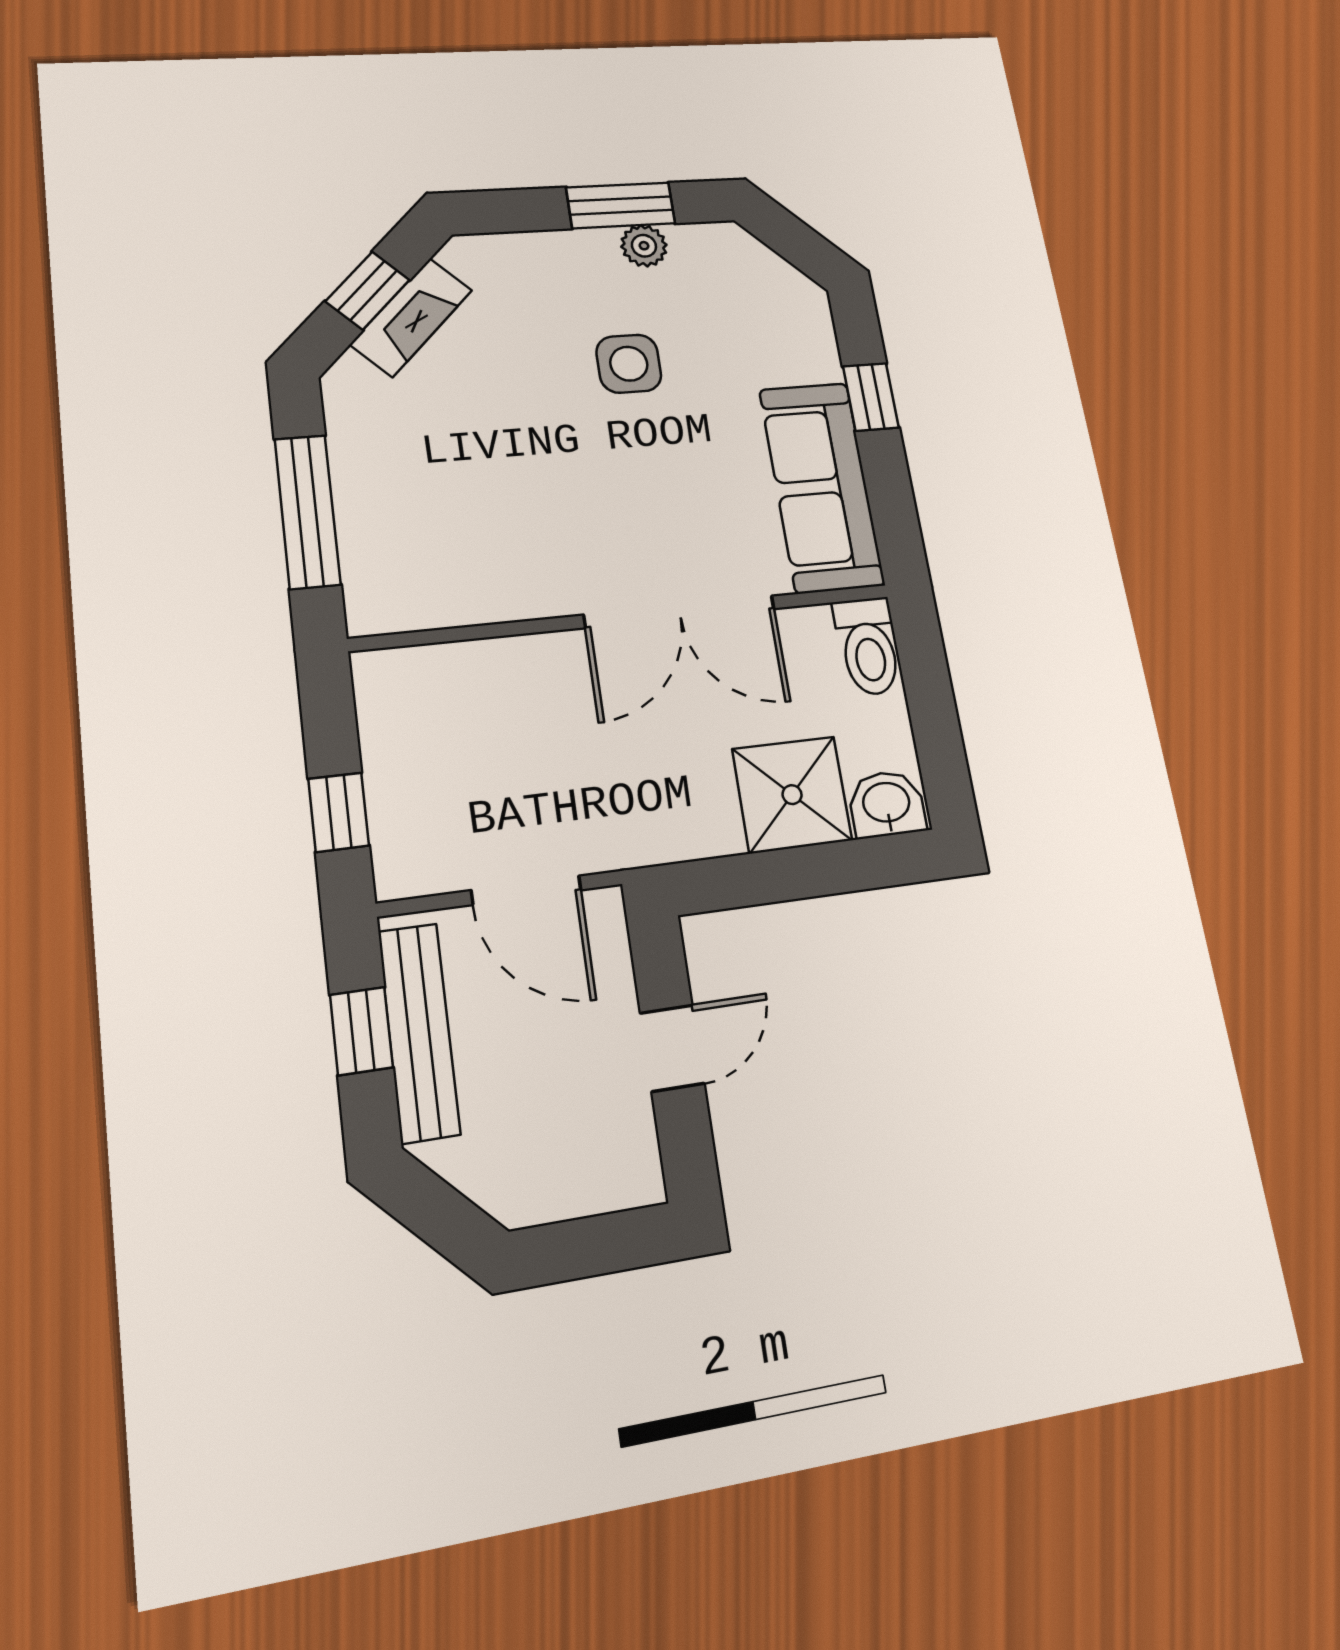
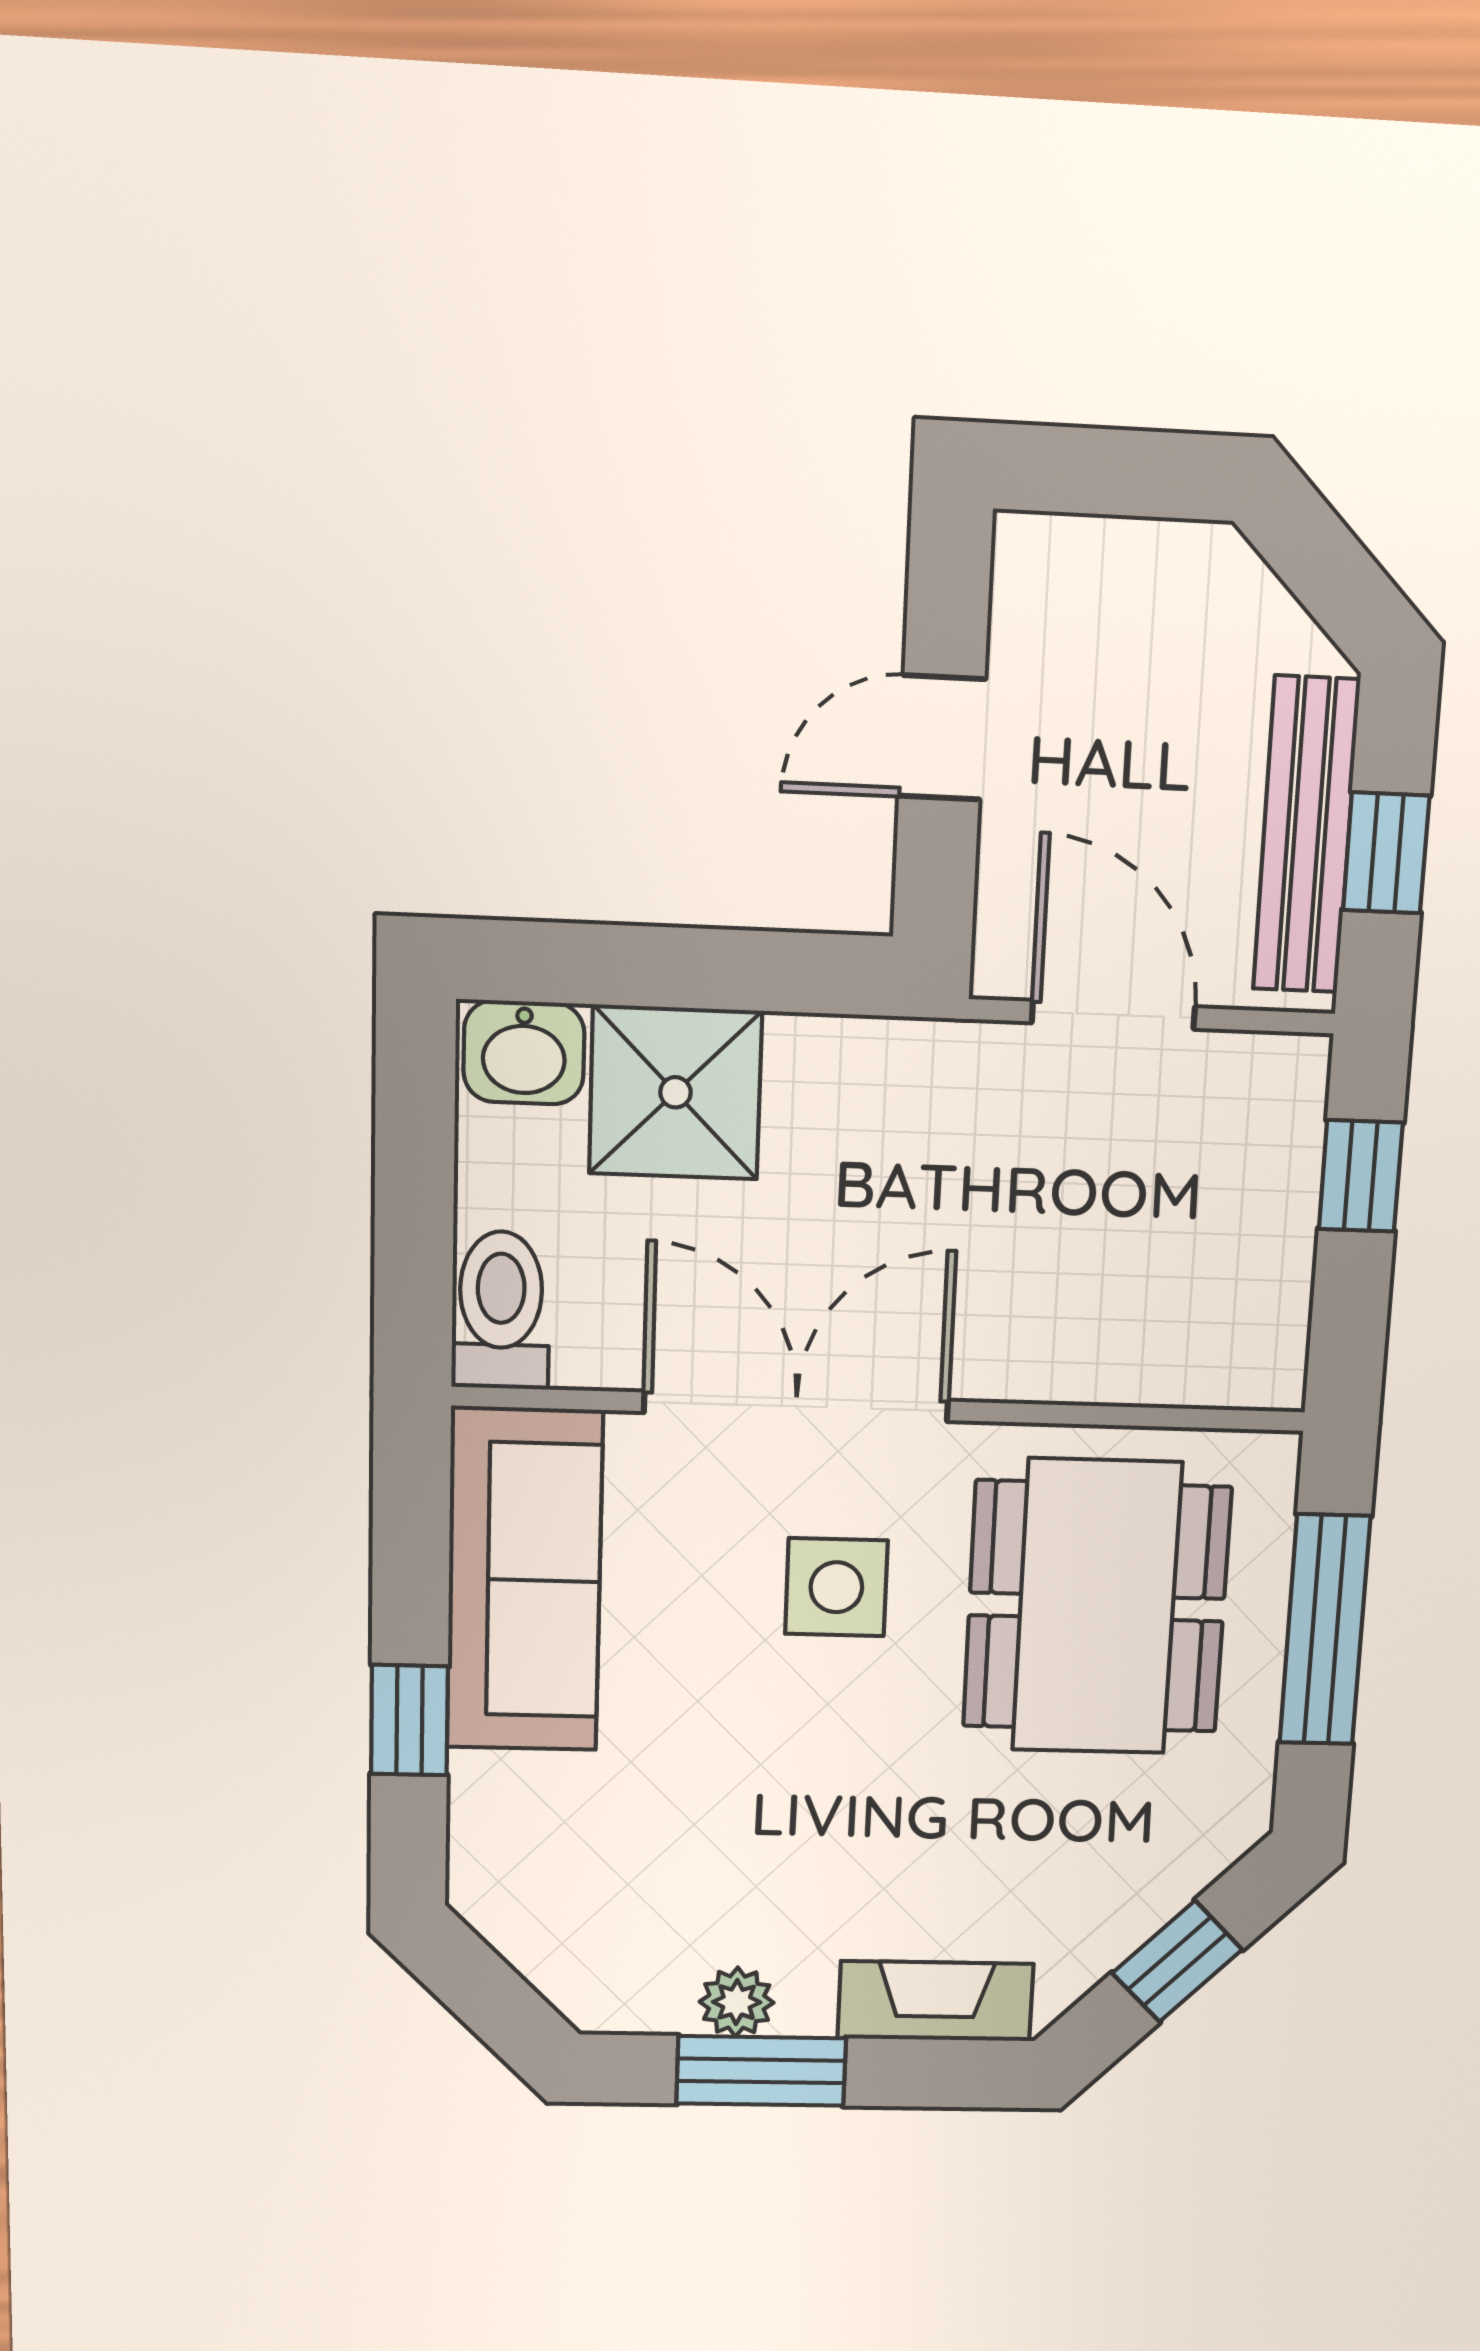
fireplace: (411, 317) -> (936, 2001), moved, turned 45
side table: (629, 364) -> (836, 1587), moved
dining table: (464, 509) -> (1097, 1607), added

